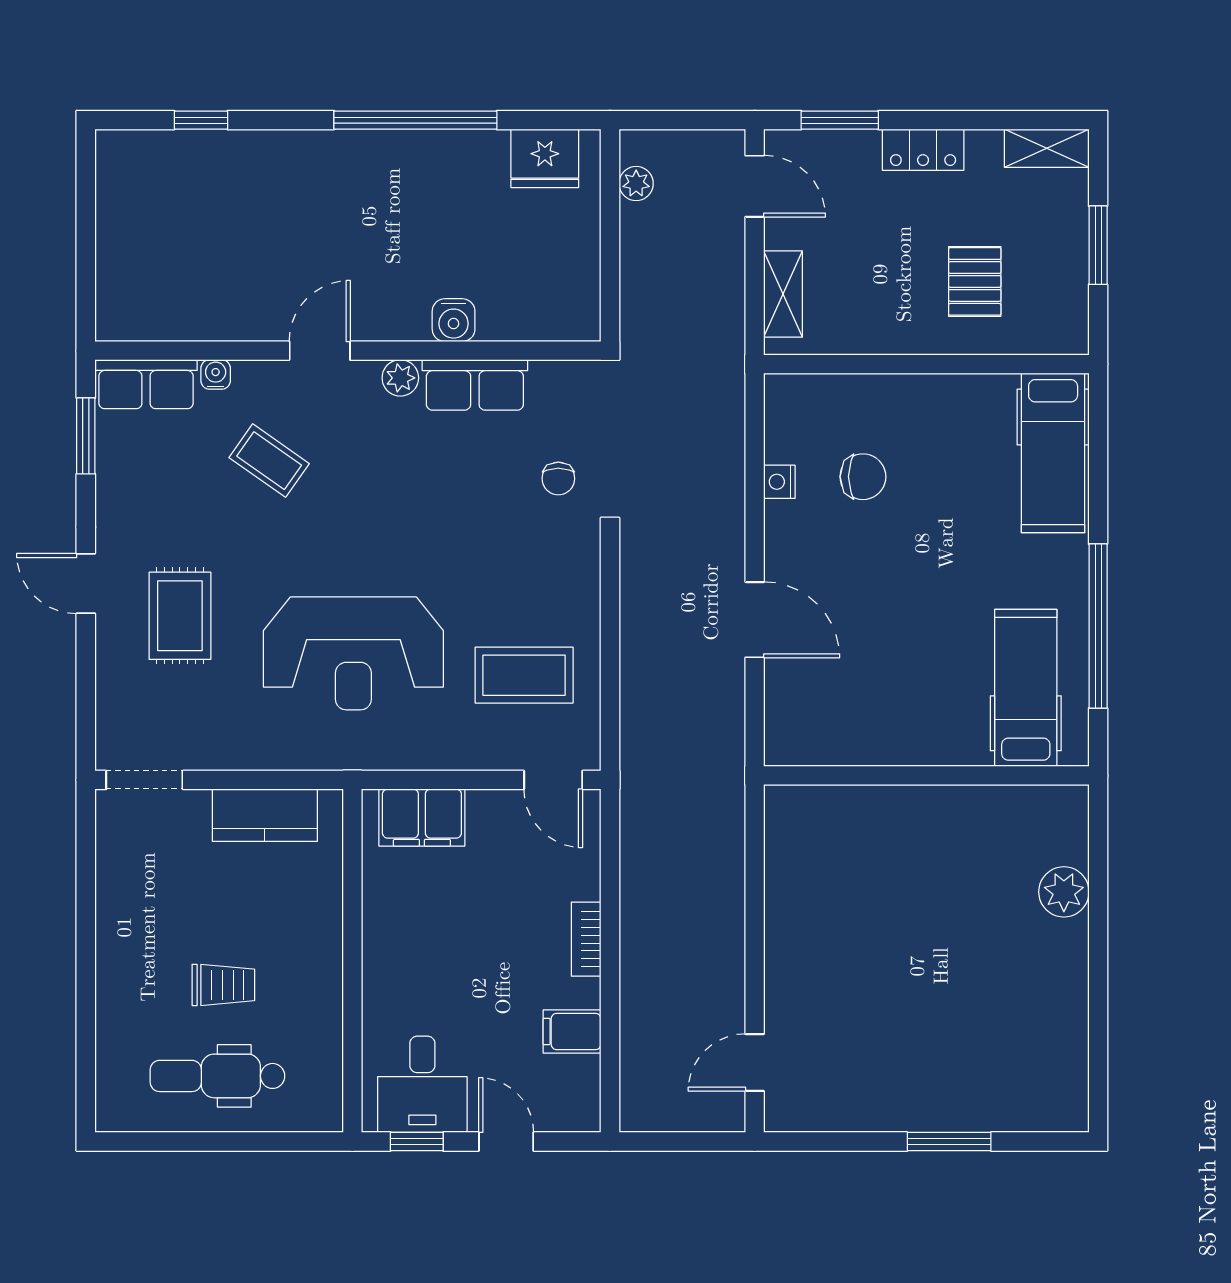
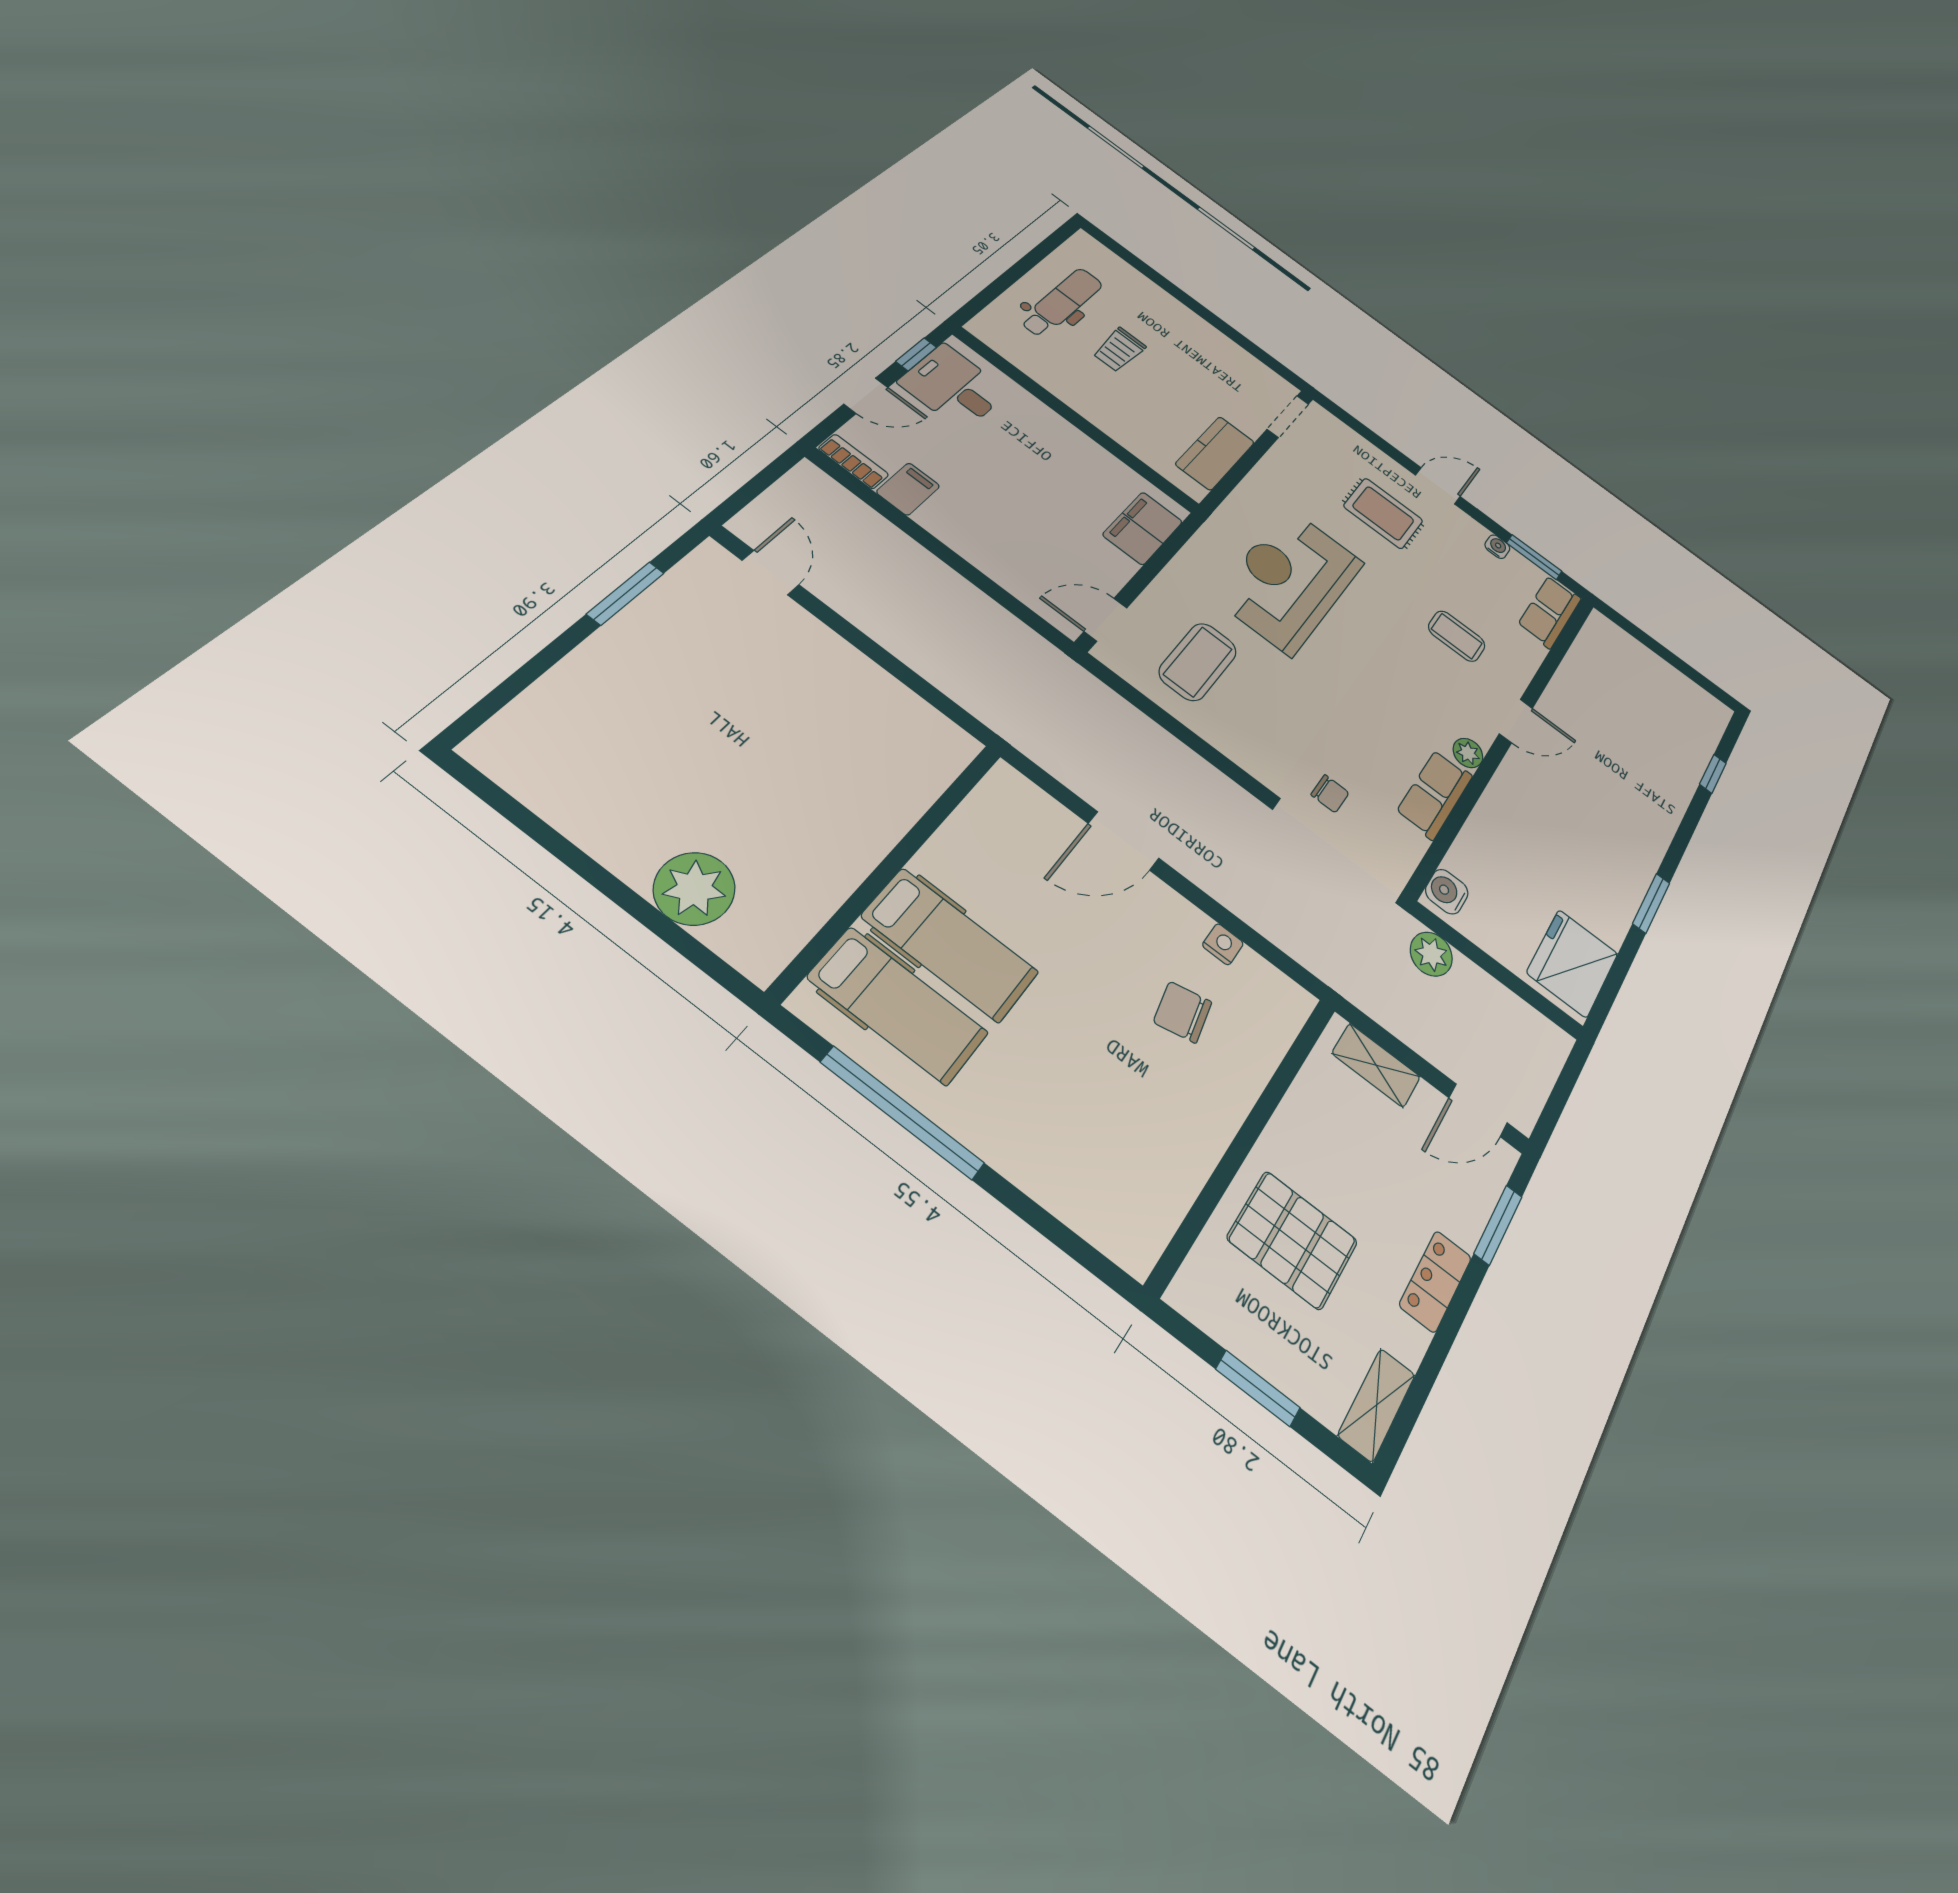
window: (415, 120) -> (1651, 903), width x0.47
fridge: (545, 158) -> (1572, 963), width x1.36, depth x1.34
plant: (636, 184) -> (1431, 954), moved, width x1.38, depth x1.38
pallet: (975, 281) -> (1293, 1240), width x1.50, depth x1.42
water cooler: (454, 320) -> (1447, 892), moved
door: (320, 351) -> (1516, 721), hinge flipped
water cooler: (216, 374) -> (1497, 547), moved, turned -90
hospital bed: (1053, 453) -> (950, 944), moved, turned 180
coffee table: (269, 461) -> (1457, 636), turned 55
chair: (863, 477) -> (1183, 1012), turned 78
chair: (558, 479) -> (1330, 794), turned 180
plant: (1064, 892) -> (694, 889), width x1.36, depth x1.36
bookcase: (586, 939) -> (854, 462), moved
window: (949, 1141) -> (626, 593), moved

